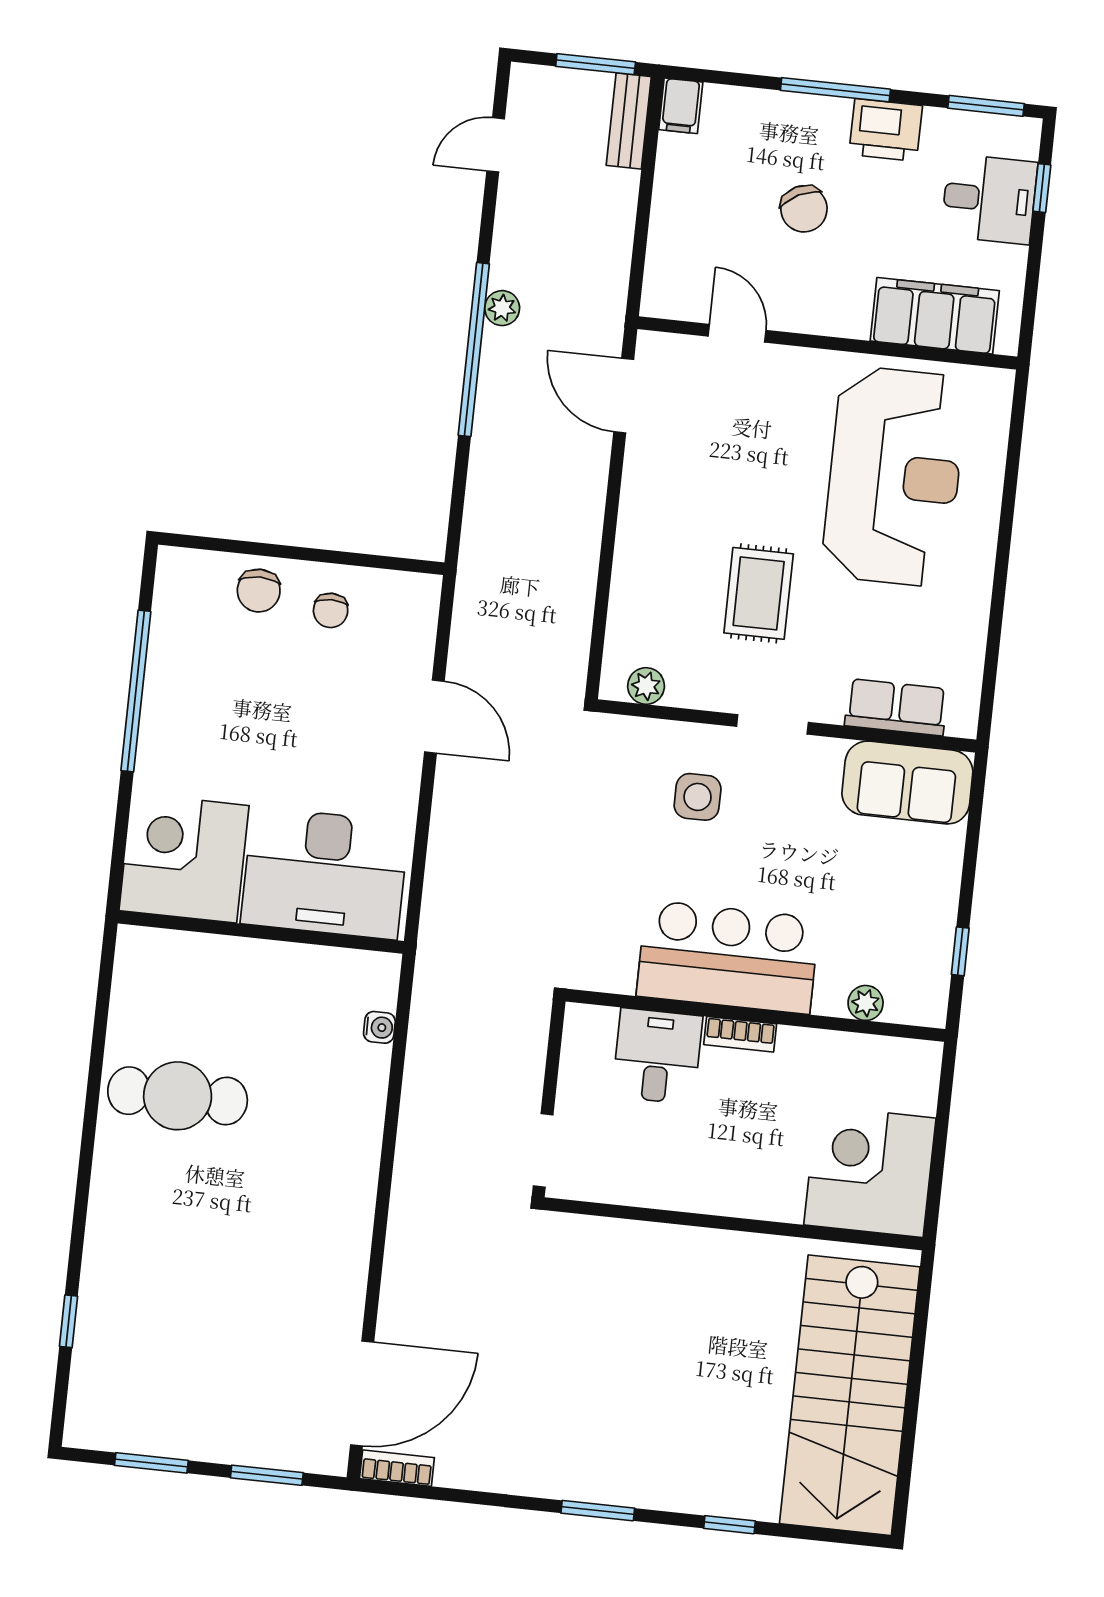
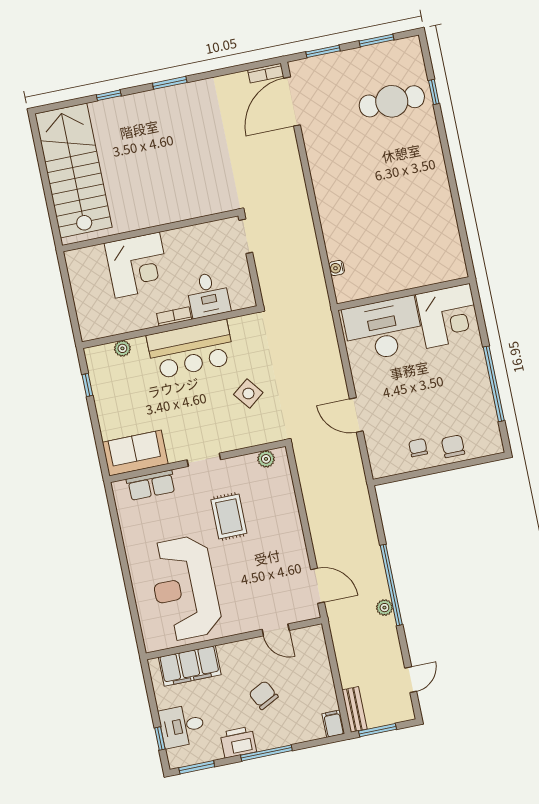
side table: (698, 797) -> (248, 394), moved, turned -38
cafe table: (178, 1096) -> (392, 101), moved
corner desk: (870, 1171) -> (137, 265), moved

